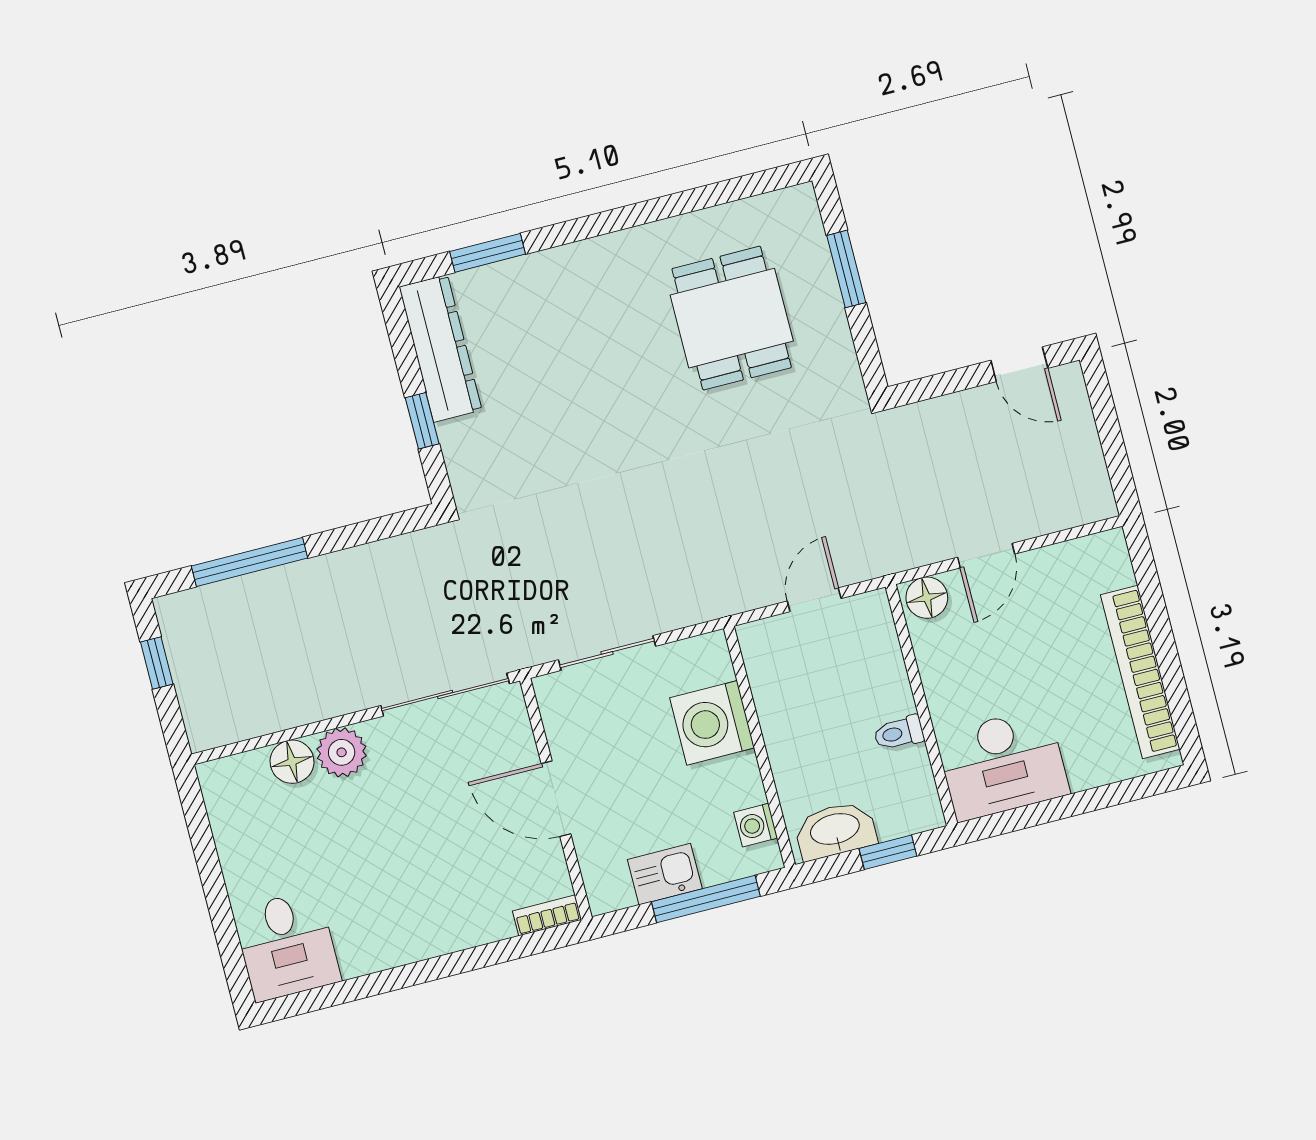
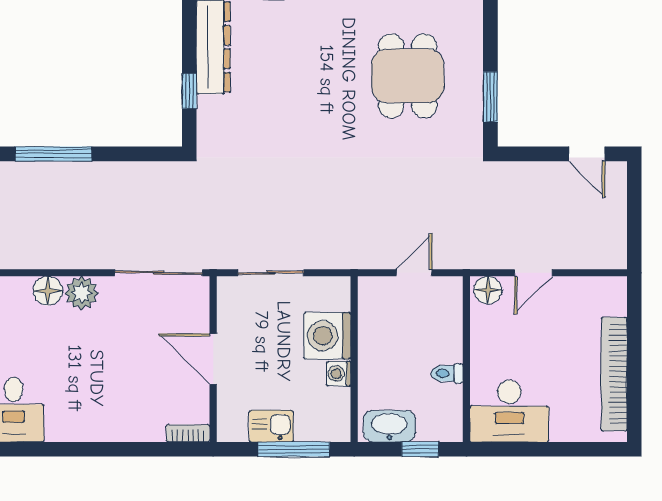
window: (846, 269) -> (490, 97), moved
washing machine: (756, 825) -> (339, 374), moved

